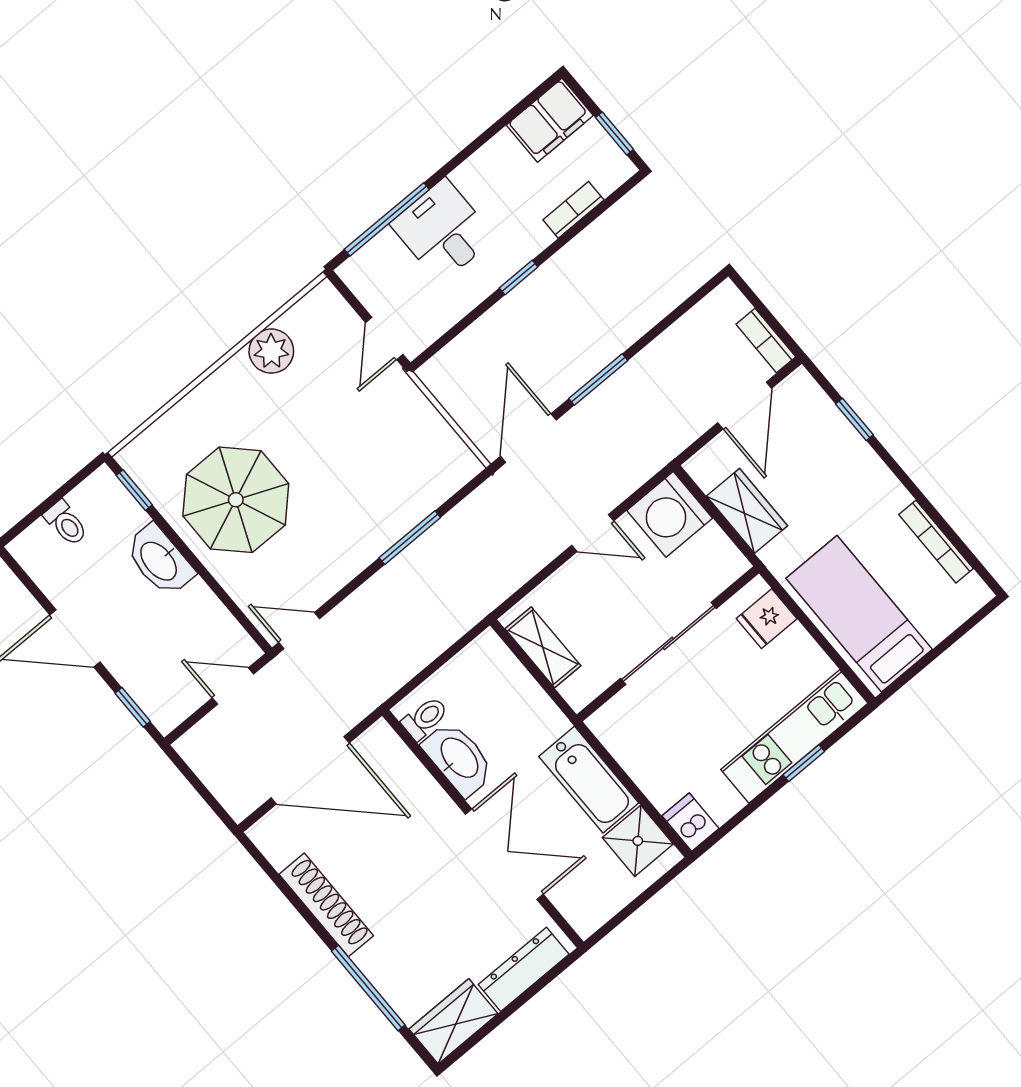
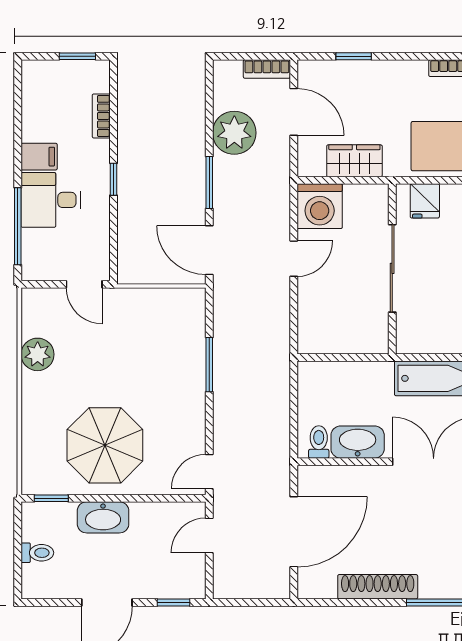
filing cabinet: (550, 120) -> (39, 157), moved, width x0.50
plant: (672, 362) -> (234, 133), added
shelving: (543, 647) -> (335, 341), removed

